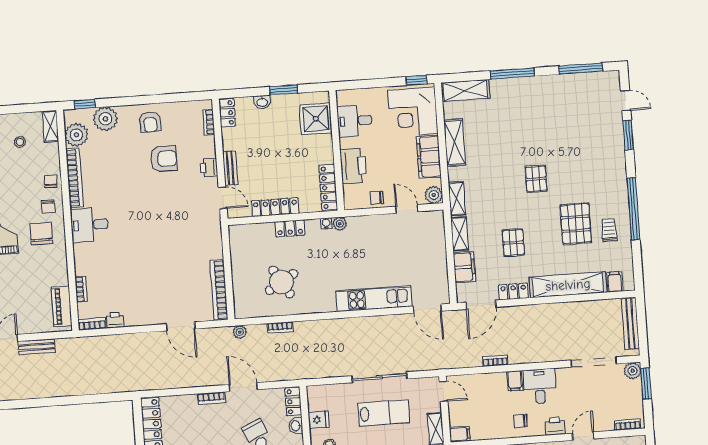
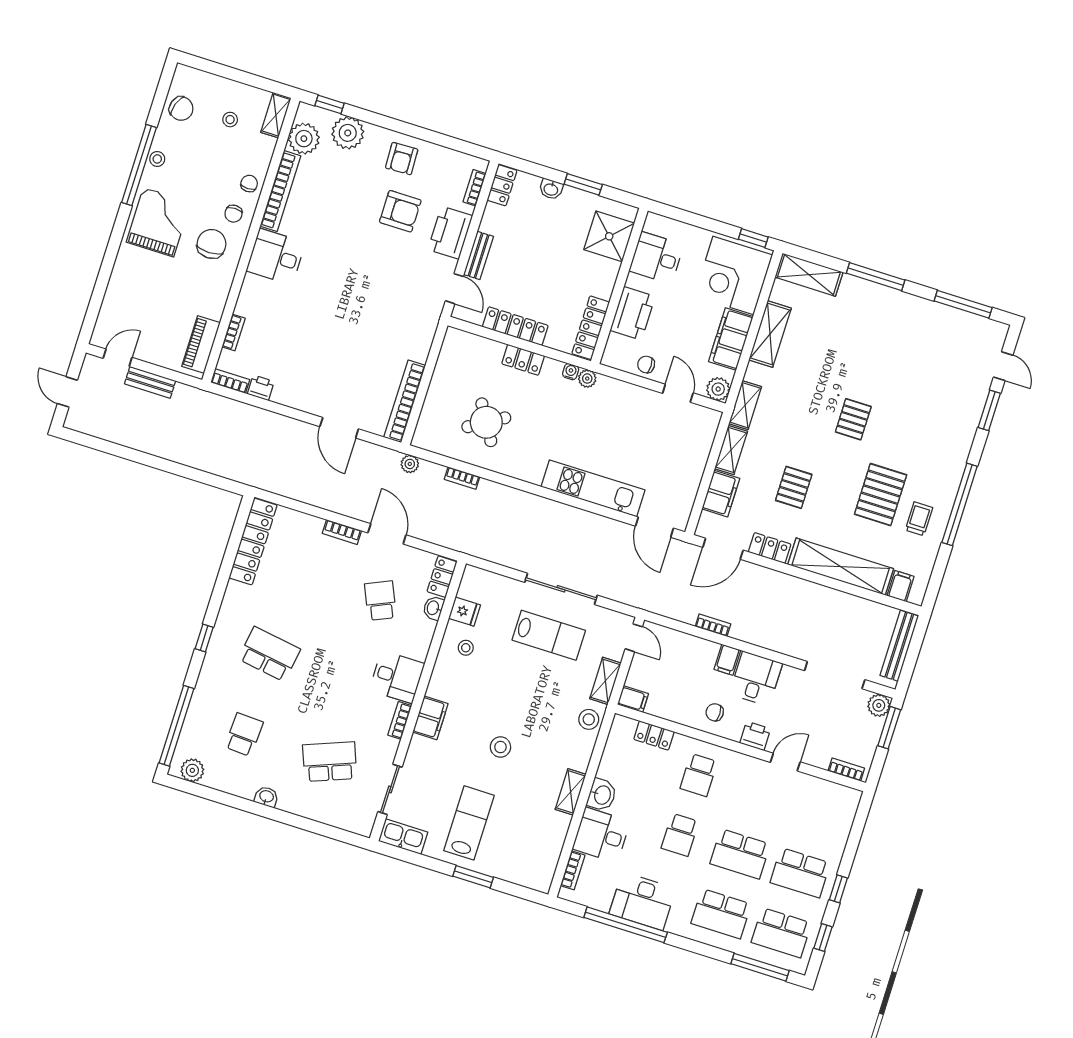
printer: (209, 168) -> (450, 233), width x1.87, depth x1.48

